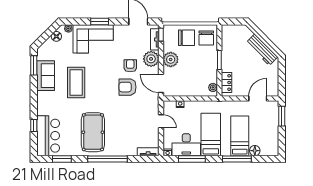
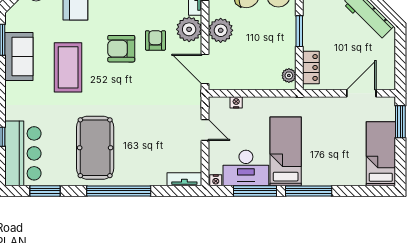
armchair: (127, 87) -> (121, 49), moved
bed: (240, 136) -> (381, 154), moved
floor lamp: (255, 151) -> (357, 178), removed
window: (237, 159) -> (309, 191), moved

